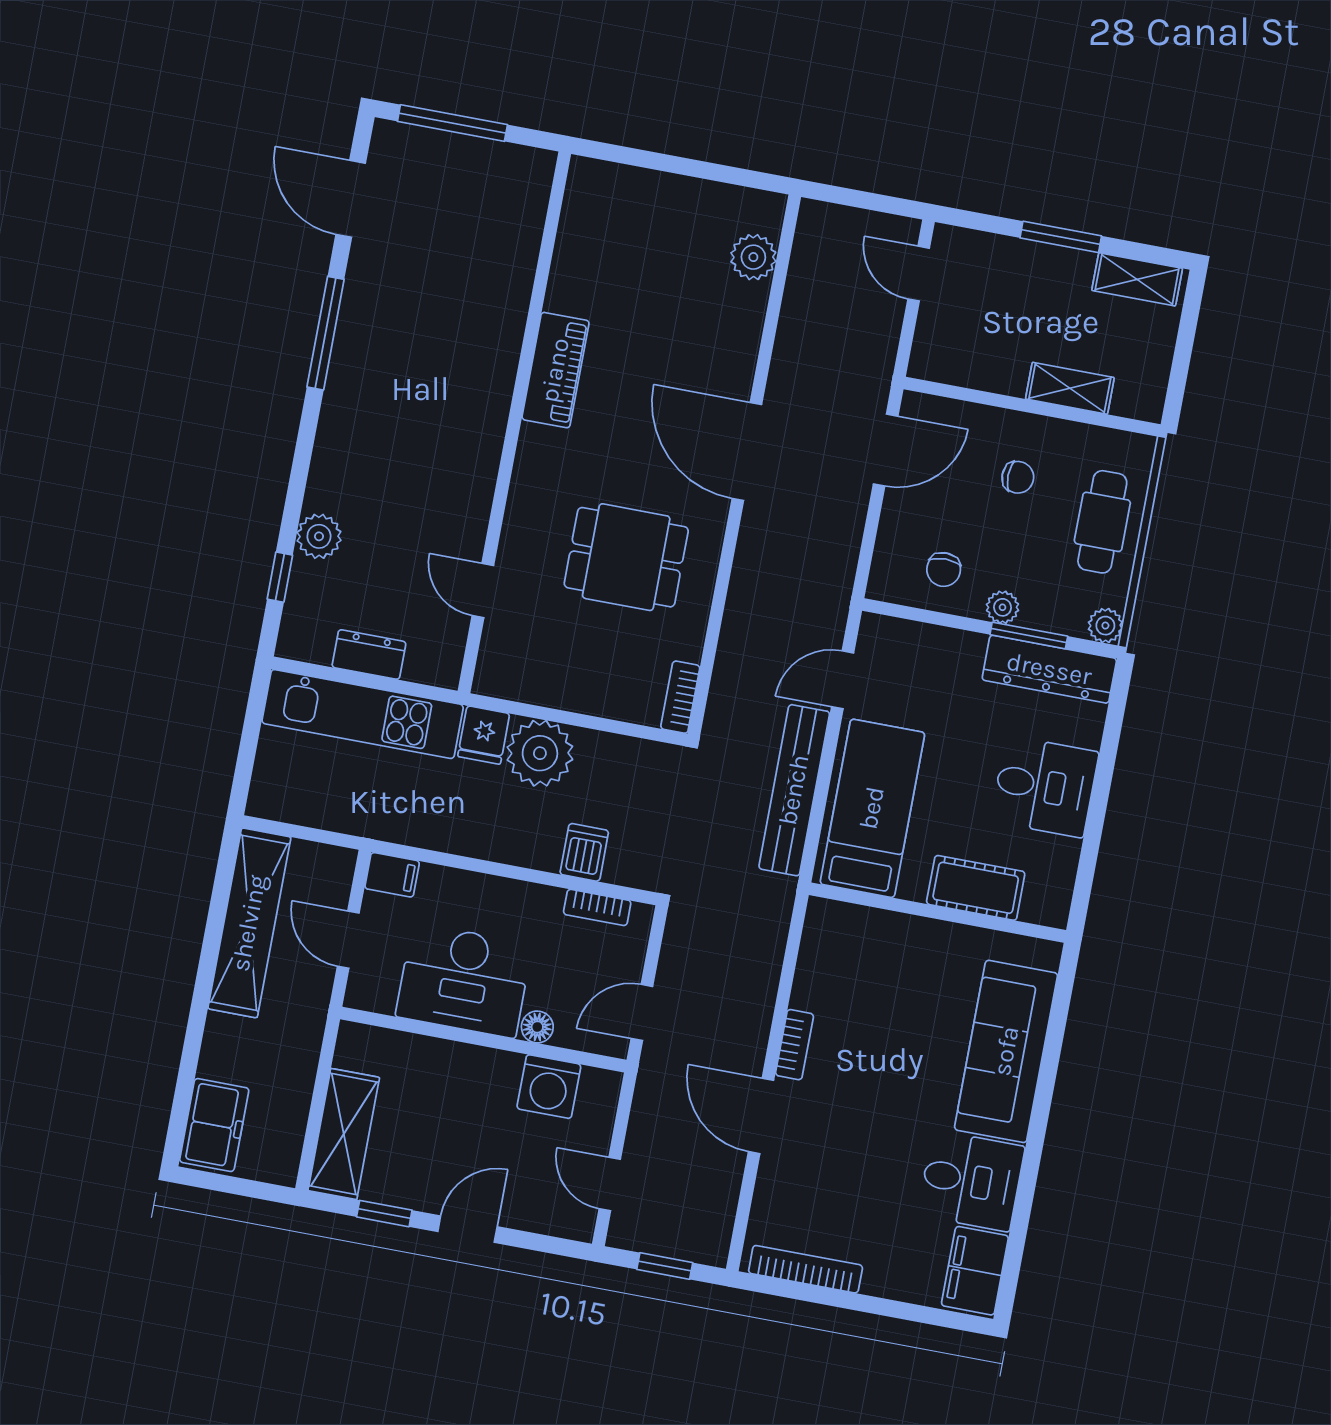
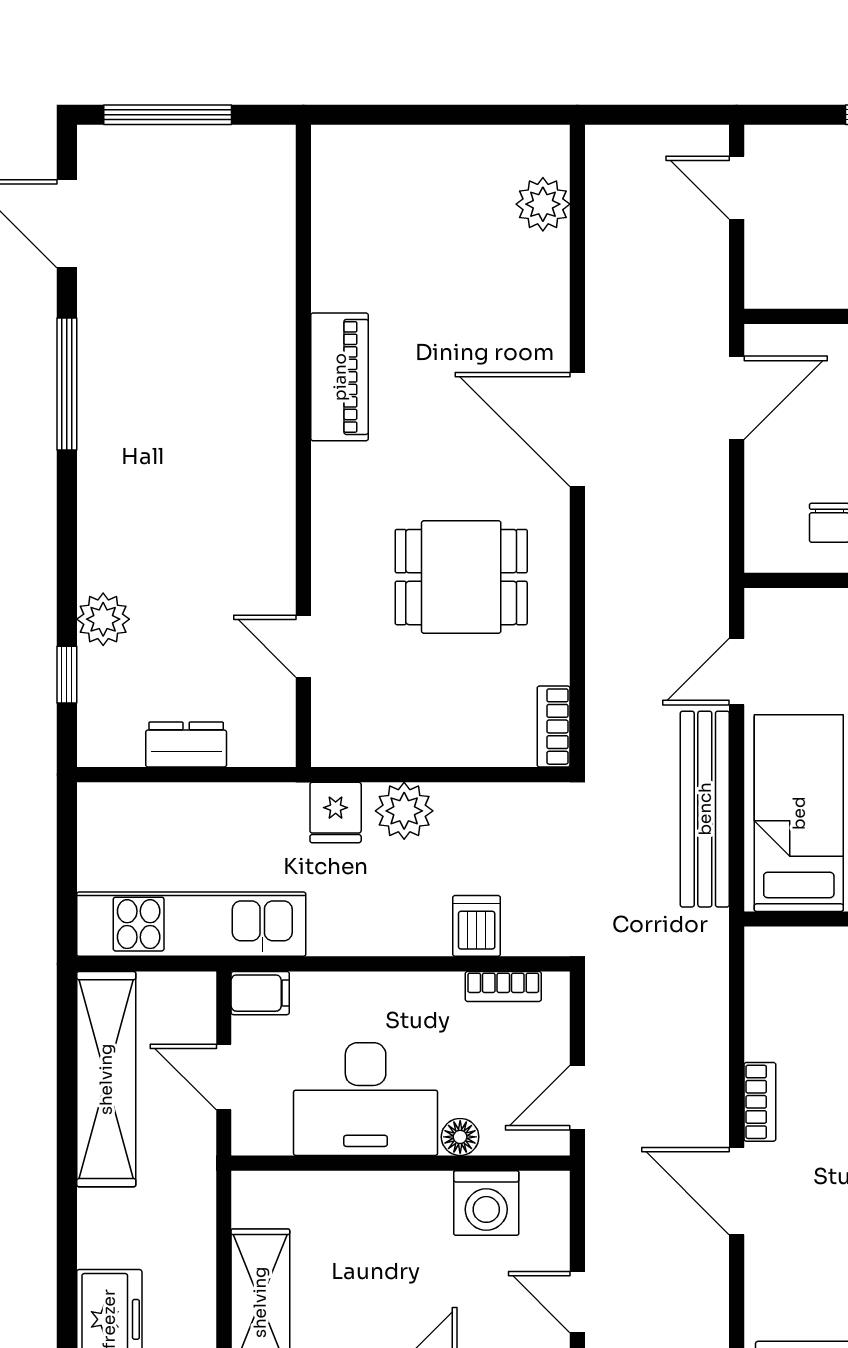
kitchen unit: (363, 714) -> (191, 924), moved, turned 180
plant: (540, 753) -> (404, 811), width x0.73, depth x0.73

